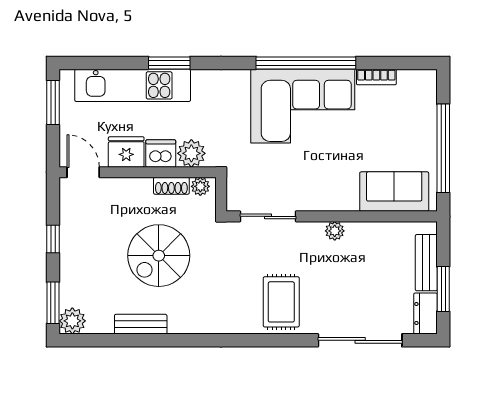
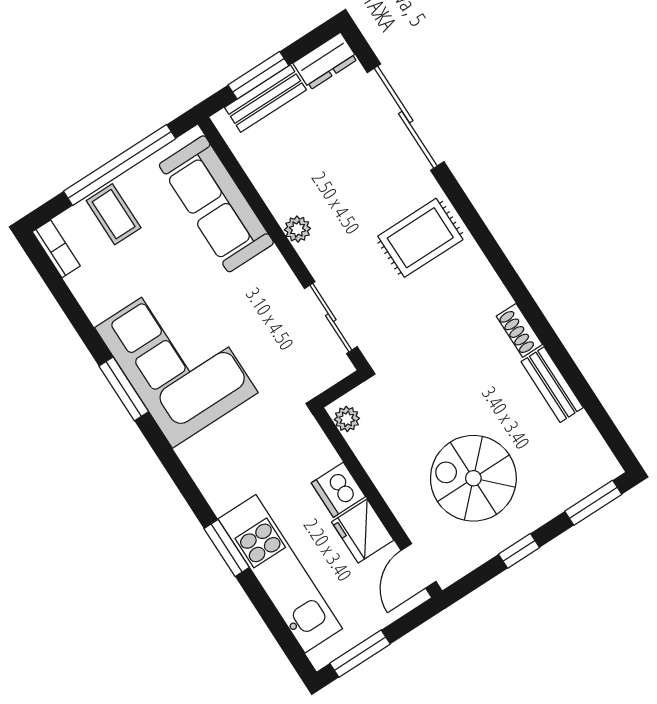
window: (306, 63) -> (124, 389), width x0.47
bookcase: (376, 77) -> (56, 249), moved
coffee table: (416, 125) -> (114, 214), added
plant: (191, 153) -> (315, 454), removed
shoe rack: (171, 186) -> (519, 330), moved, turned 180
sofa: (394, 192) -> (216, 204), width x1.36
spiral stairs: (159, 256) -> (473, 478), moved, turned 180
window: (443, 289) -> (258, 75), moved
plant: (72, 321) -> (600, 467), removed

